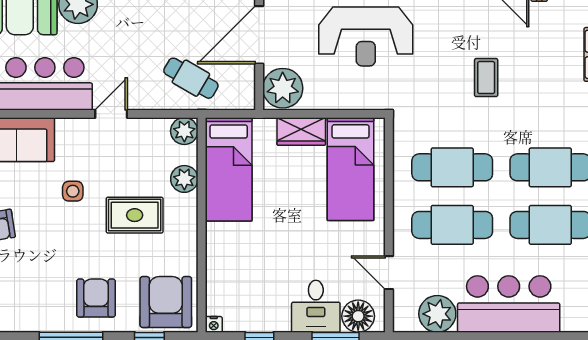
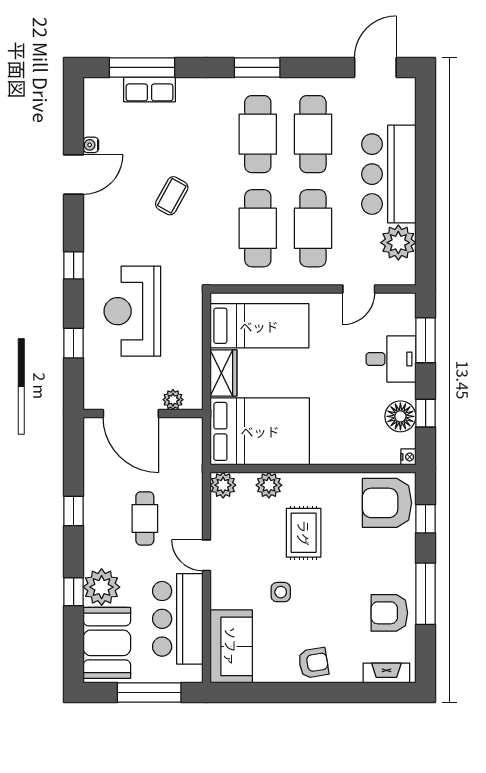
reception desk: (366, 37) -> (132, 311), turned 180
cafe table: (191, 78) -> (145, 518), moved, turned -30
coffee table: (486, 78) -> (172, 196), turned -61
plant: (283, 88) -> (173, 400), width x0.53, depth x0.53
bed: (229, 169) -> (260, 431), width x1.50
armchair: (96, 298) -> (389, 613), moved
floor lamp: (358, 316) -> (400, 416), moved

